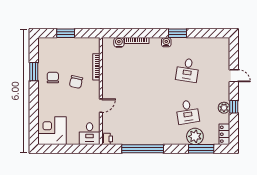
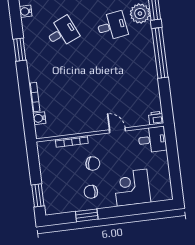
window: (66, 33) -> (38, 195), moved
water cooler: (166, 42) -> (26, 11), moved
desk: (188, 70) -> (62, 32), turned -33
corner desk: (52, 131) -> (132, 188), moved, turned 90
window: (143, 149) -> (160, 53), moved

